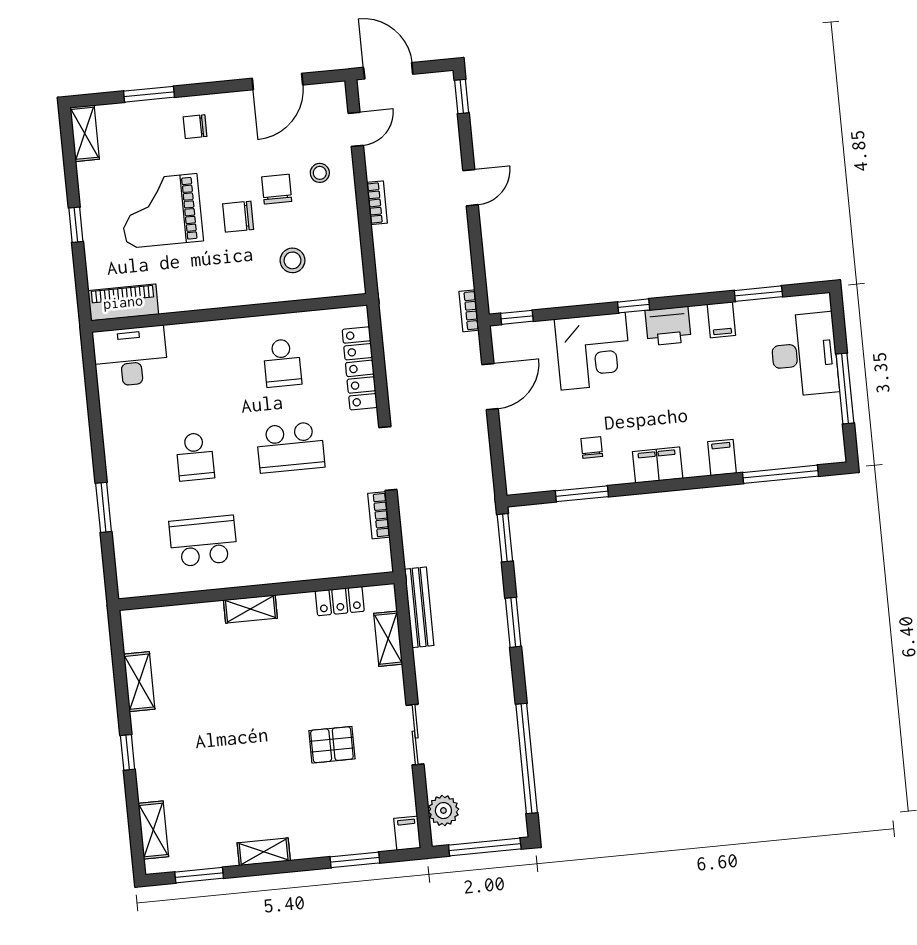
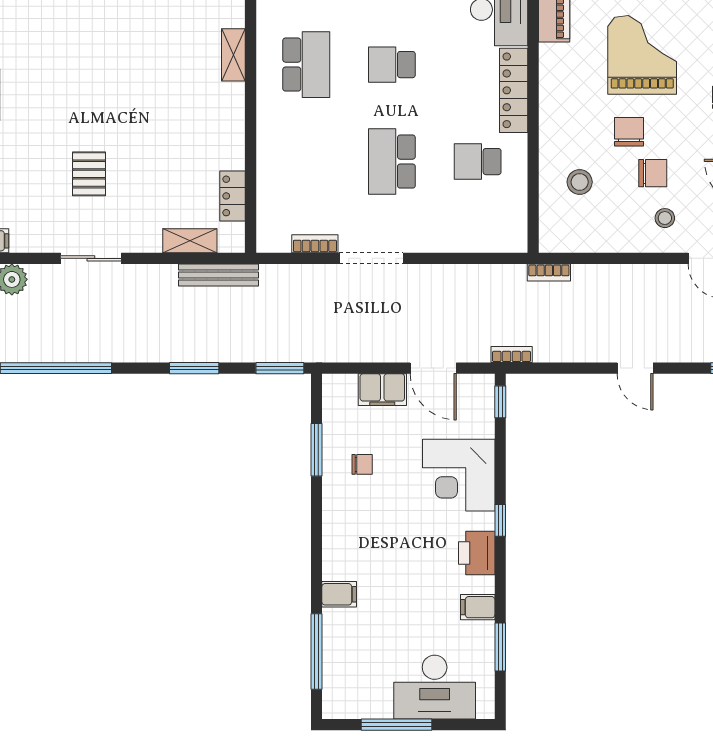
bookcase: (377, 203) -> (549, 272), moved
locker: (360, 368) -> (514, 90), moved, turned -90
filing cabinet: (658, 465) -> (382, 390), moved, turned 90
shelving: (250, 609) -> (233, 55), moved

